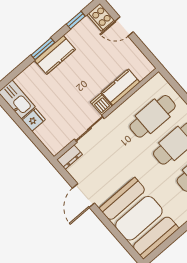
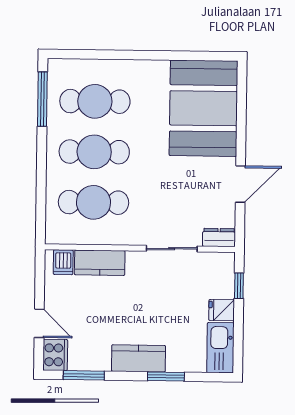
window: (76, 20) -> (84, 375), width x1.50
window: (43, 49) -> (166, 376), moved
dishwasher: (101, 104) -> (63, 262), moved
window: (36, 141) -> (239, 286), added

